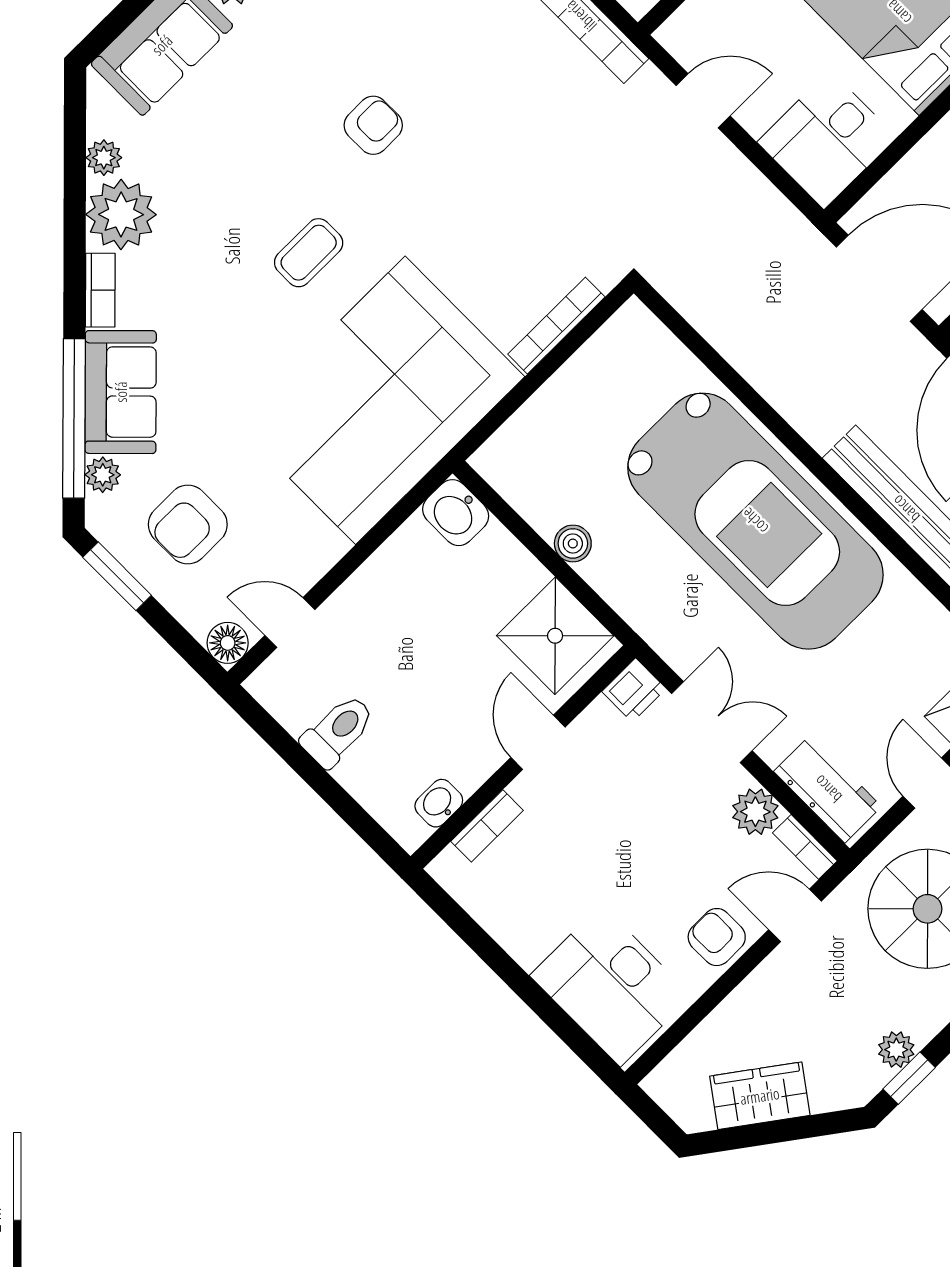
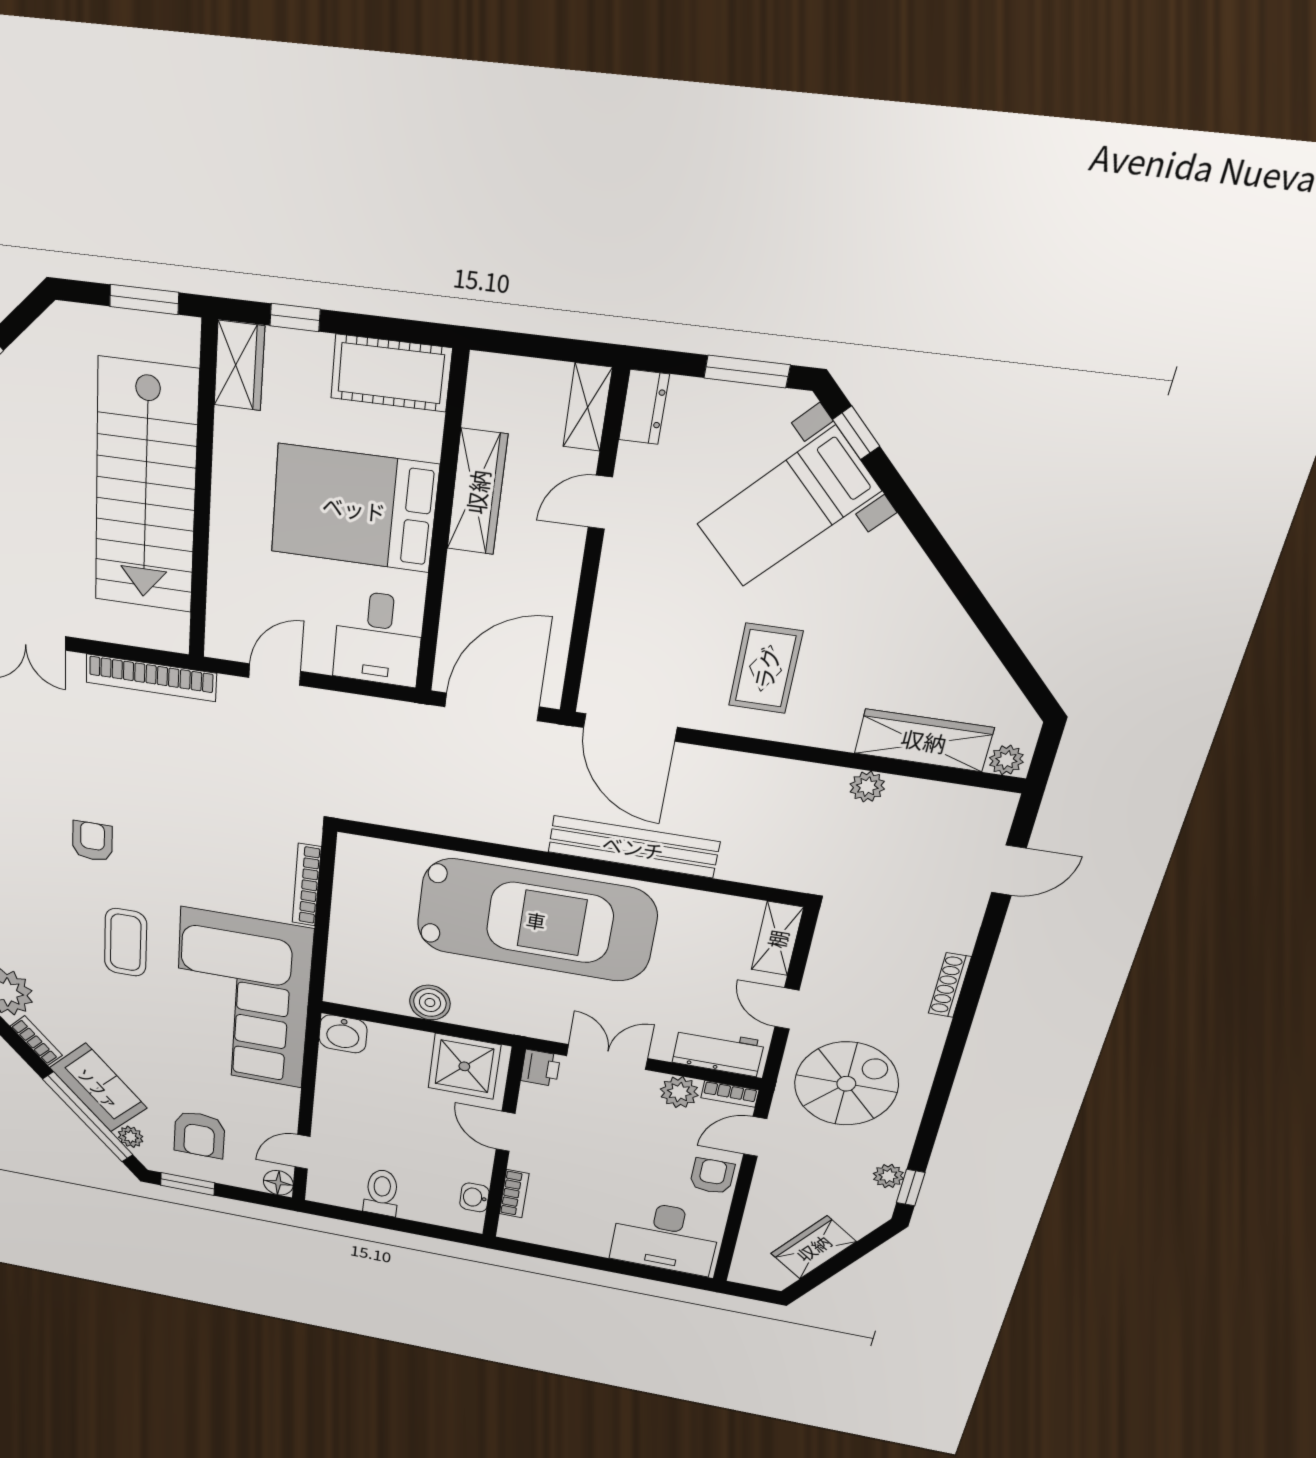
coffee table: (309, 253) -> (126, 942), width x1.36, depth x1.30
boiler: (573, 543) -> (430, 1003), width x1.36, depth x1.36
armchair: (717, 937) -> (712, 1176), turned 90

